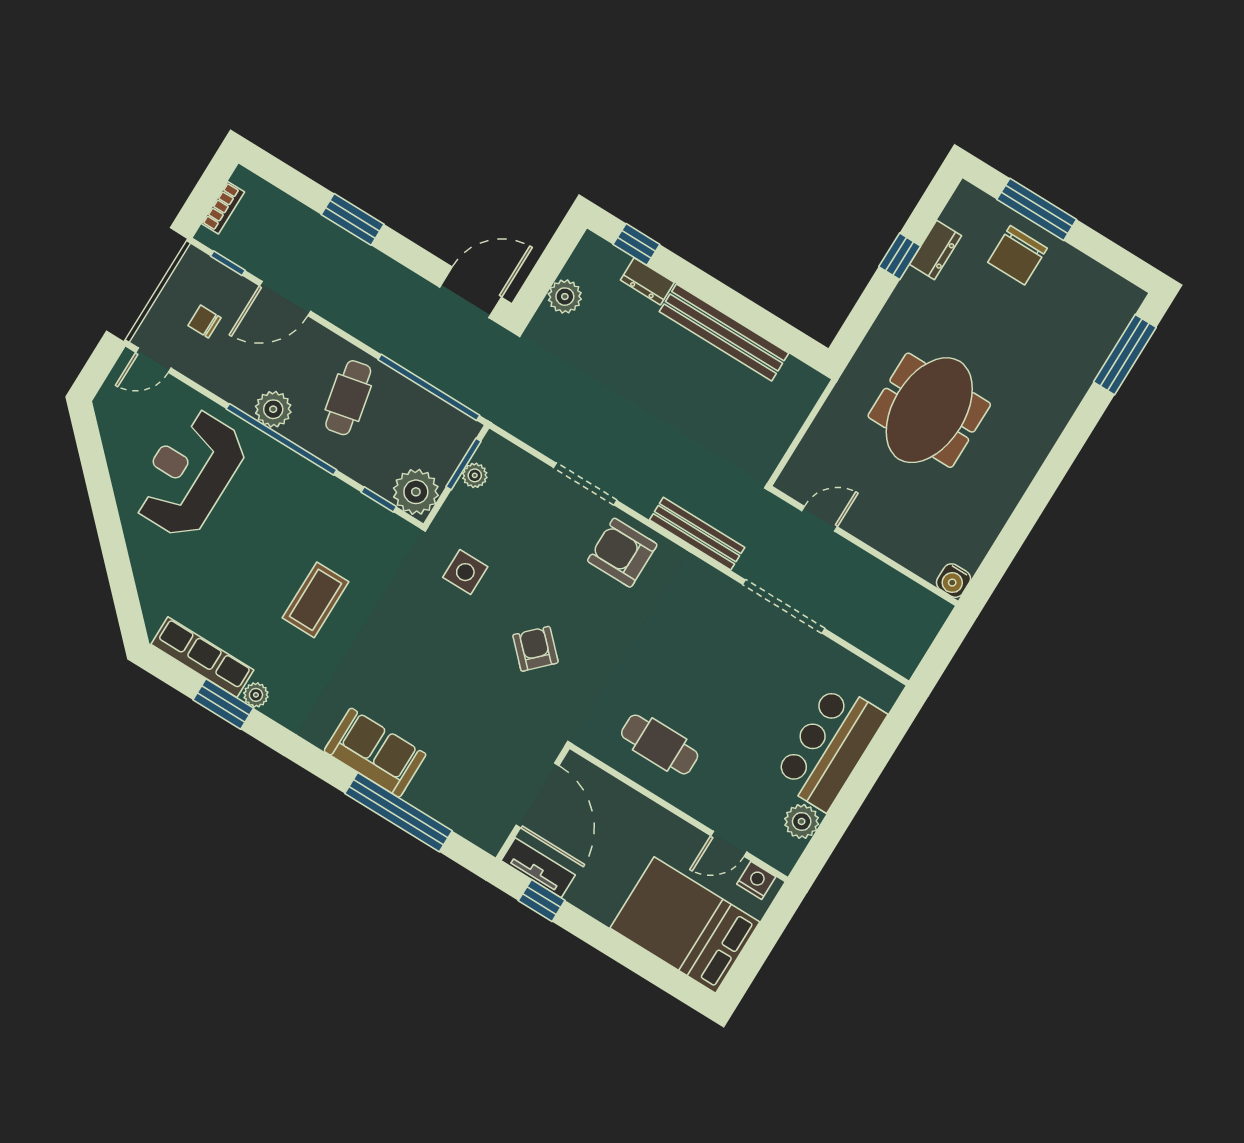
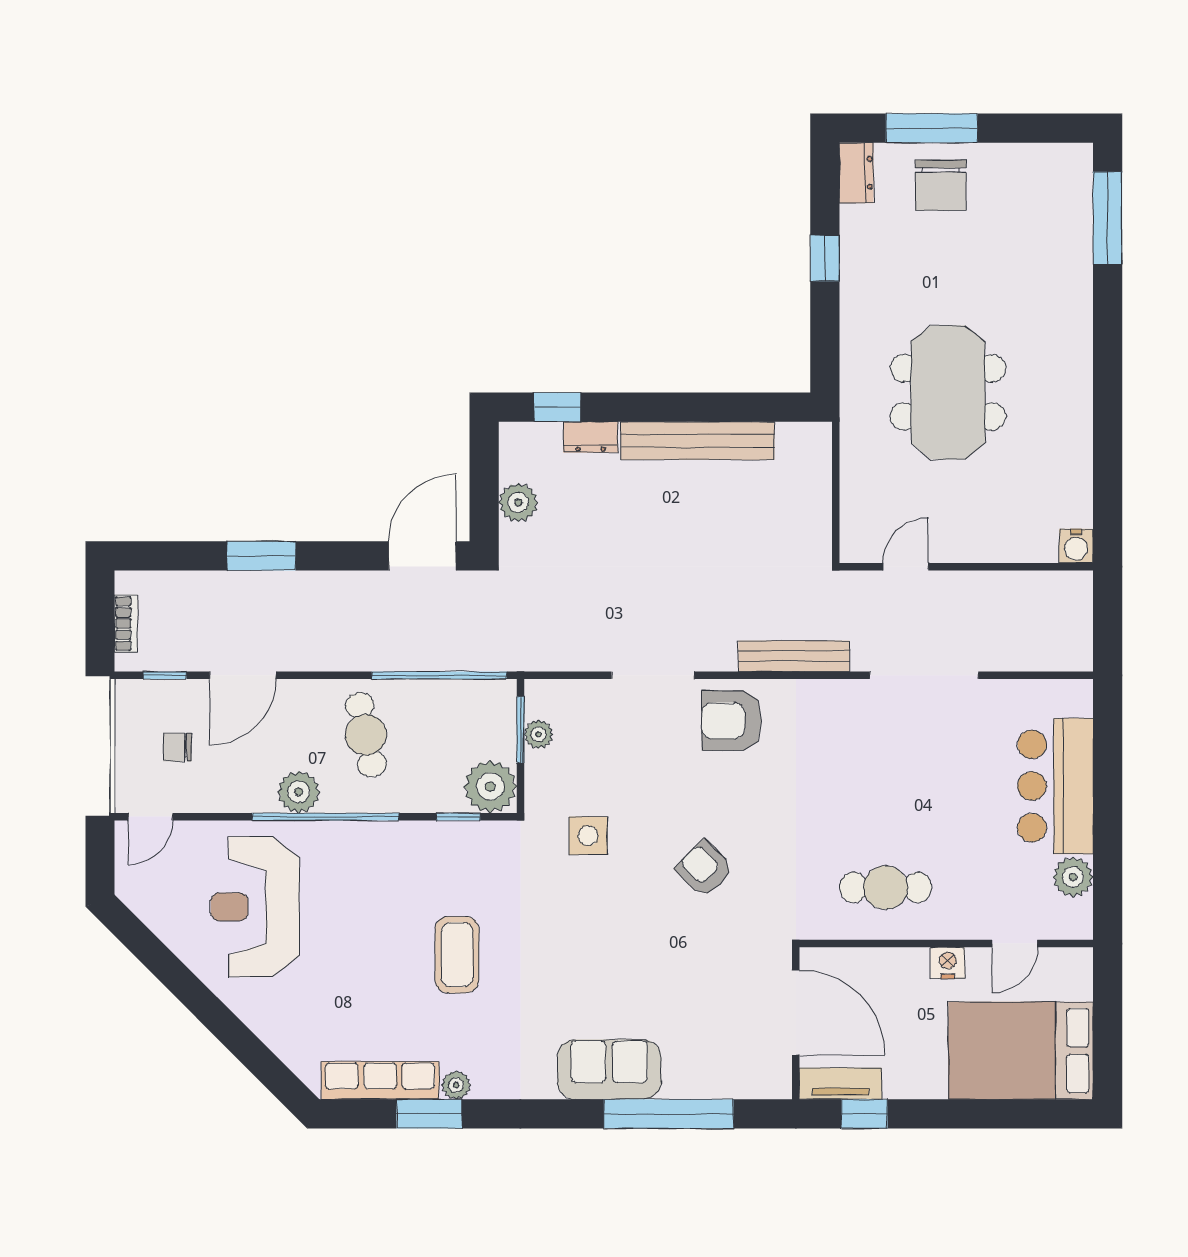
dresser: (935, 250) -> (856, 173), moved
nightstand: (756, 880) -> (948, 963), moved

